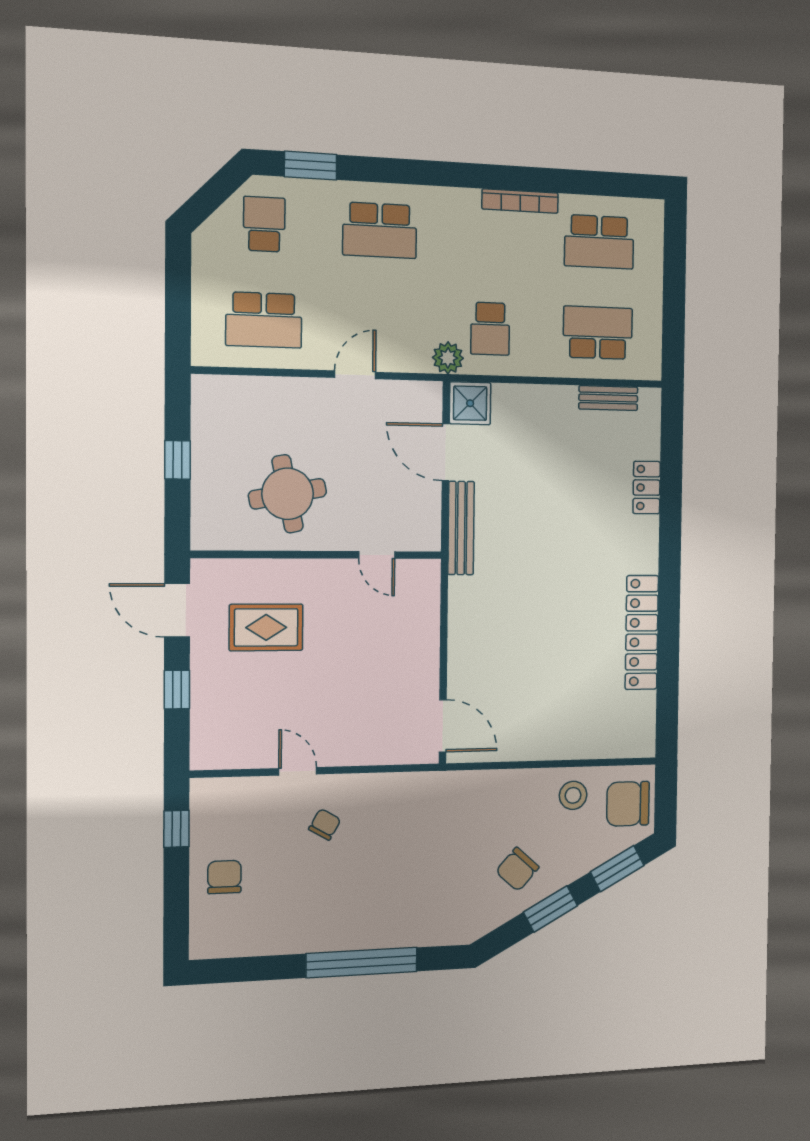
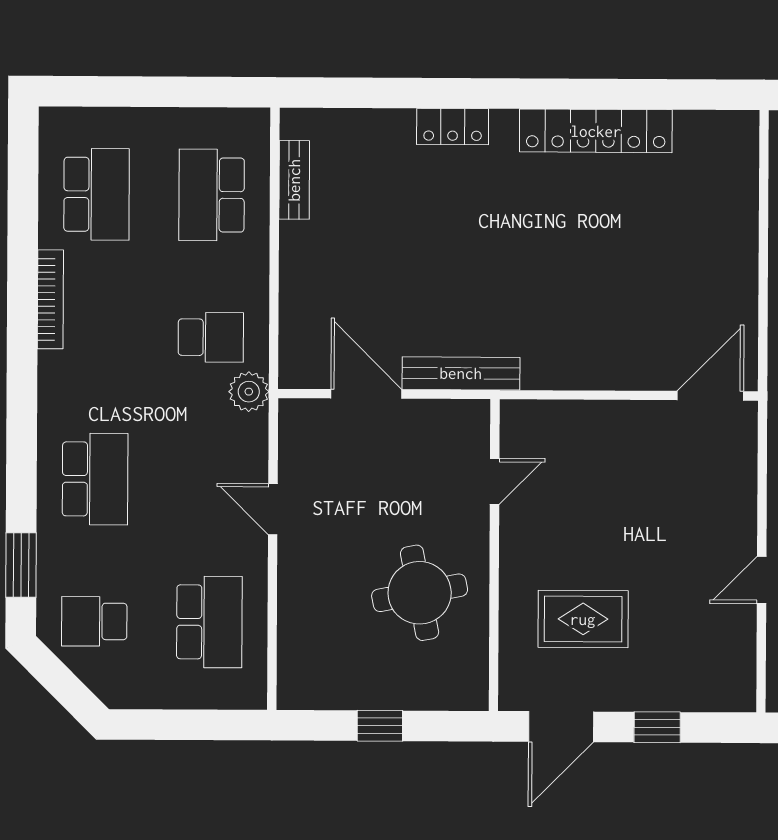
shower: (470, 403) -> (305, 363), removed
door: (446, 452) -> (366, 394), swing flipped
locker: (647, 488) -> (453, 127), moved
rug: (266, 627) -> (583, 619), turned 90

